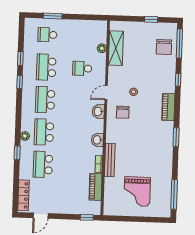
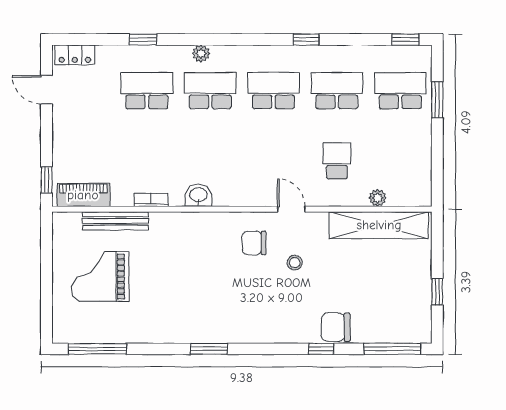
school desk: (47, 35) -> (400, 91), width x1.85
chair: (164, 47) -> (336, 327), moved
shelving: (116, 48) -> (379, 225), width x1.47
window: (20, 58) -> (405, 40), moved
piano: (168, 107) -> (267, 332), removed
washbasin: (98, 111) -> (254, 195), removed
window: (17, 153) -> (143, 40), moved
bench: (110, 160) -> (115, 221), moved
piano: (95, 187) -> (83, 195), moved
locker: (23, 195) -> (75, 55), width x0.66

